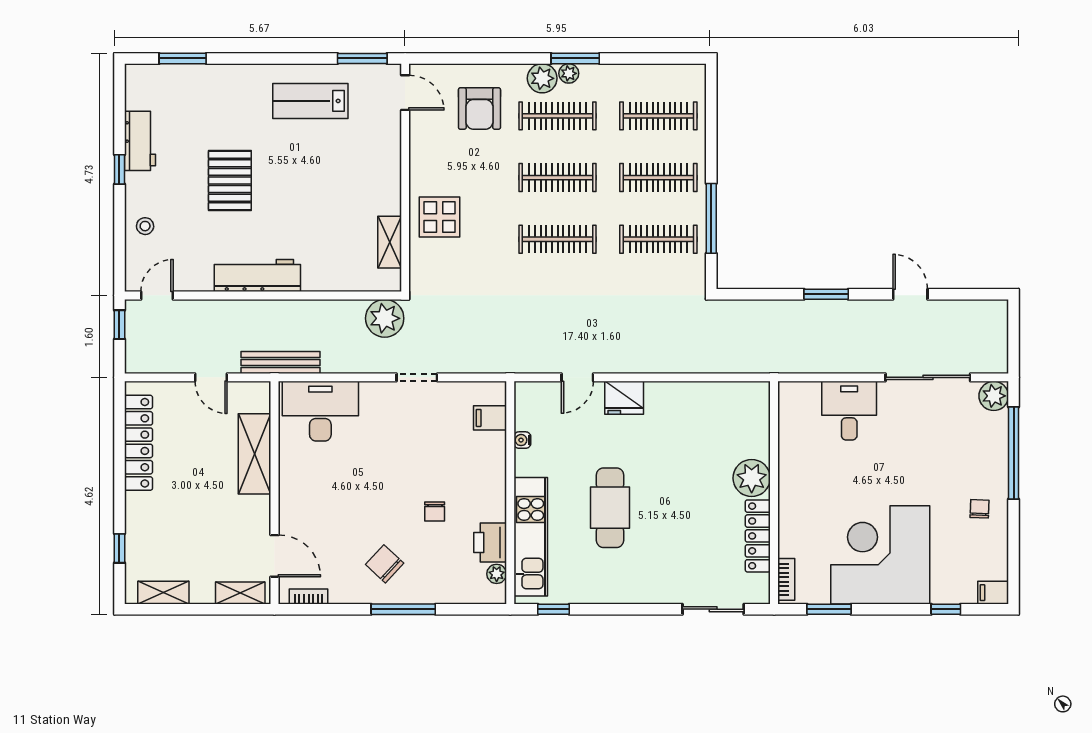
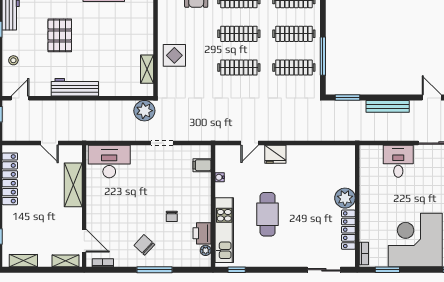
window: (826, 294) -> (347, 98), moved
bench: (280, 363) -> (388, 106), moved

